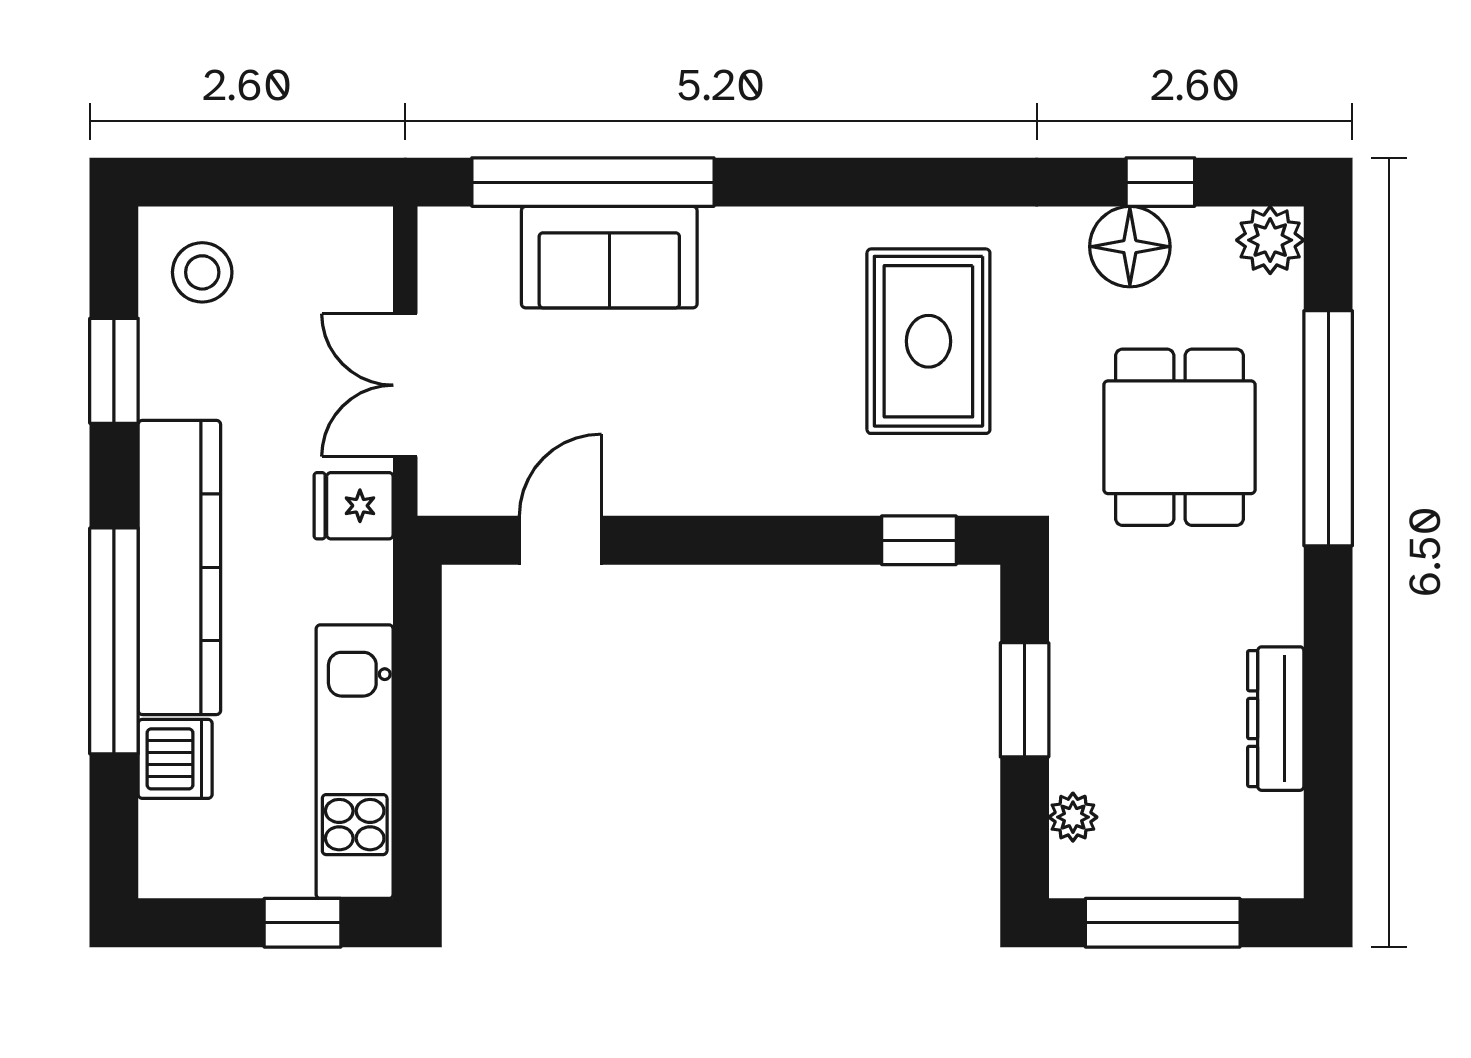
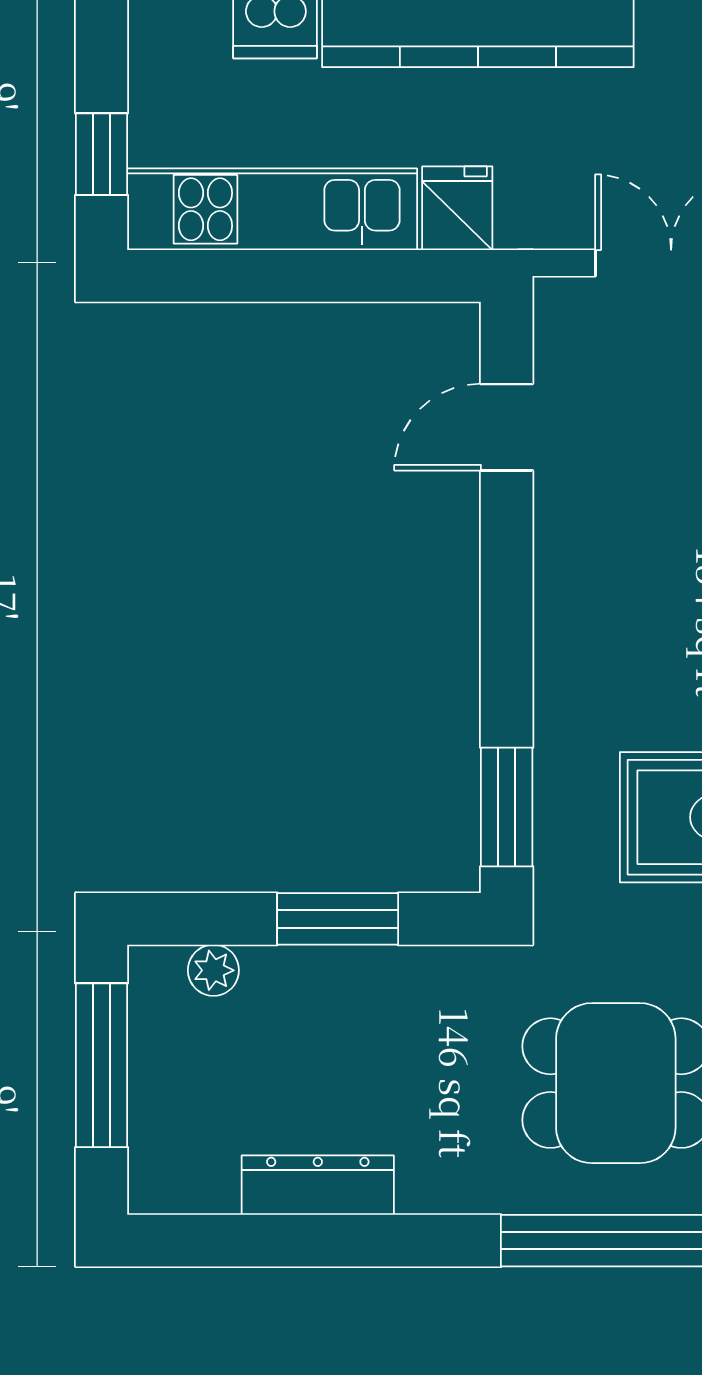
fridge: (354, 506) -> (457, 208), moved
door: (560, 540) -> (507, 427), swing flipped
window: (919, 540) -> (507, 807), width x1.50

